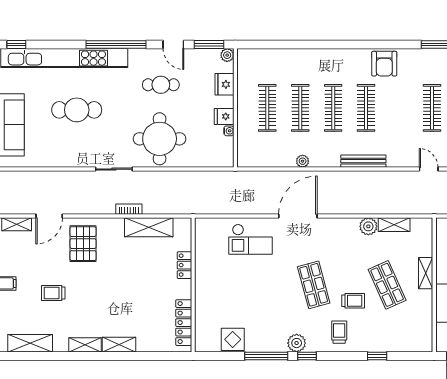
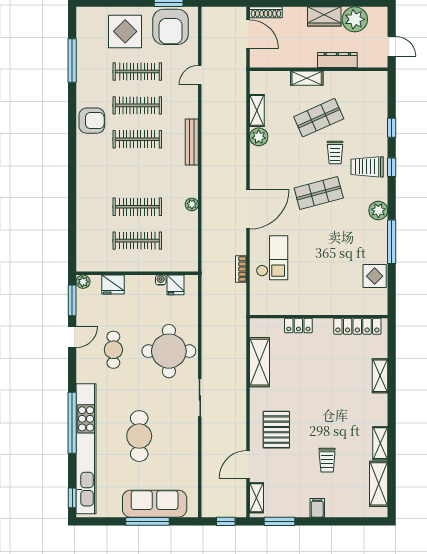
window: (116, 45) -> (72, 423), moved
clothes rail: (333, 108) -> (137, 105), moved
fridge: (224, 116) -> (175, 285), moved
bookcase: (129, 209) -> (241, 269), moved
door: (49, 216) -> (248, 464), swing flipped
door: (298, 216) -> (248, 209), swing flipped
pallet: (83, 244) -> (276, 430), turned 90
trolley: (353, 301) -> (335, 153), turned 180
trolley: (339, 332) -> (367, 167), width x1.36, depth x1.39
shelving: (85, 345) -> (380, 443), moved
shelving: (119, 345) -> (380, 376), moved
window: (307, 356) -> (392, 167), moved

